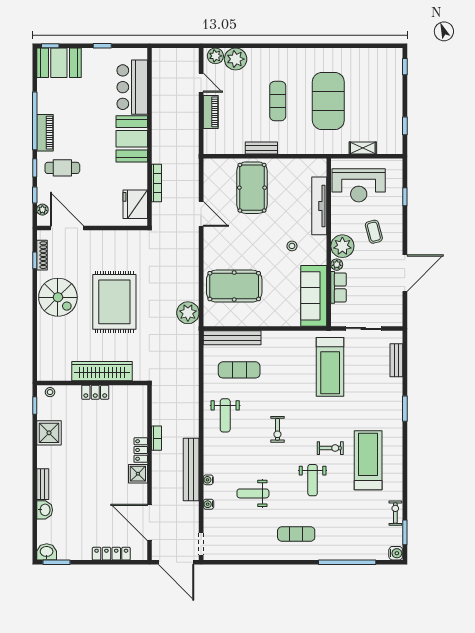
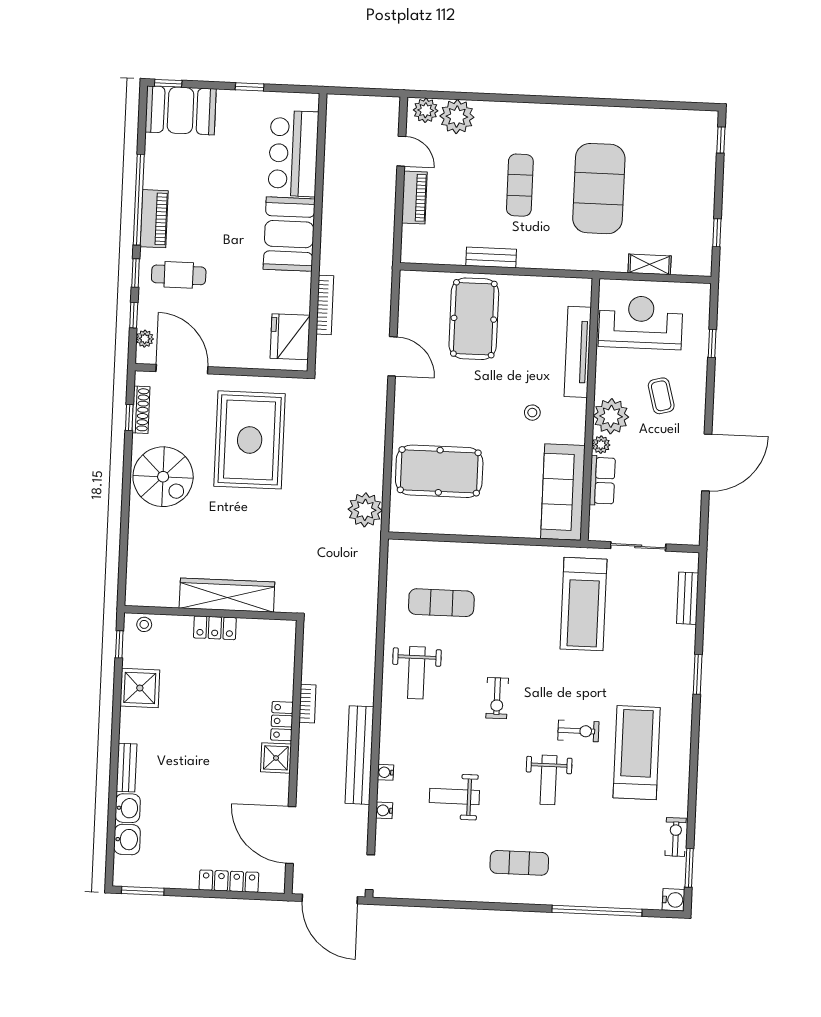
reception desk: (359, 185) -> (641, 322), turned 180
rug: (114, 302) -> (250, 440), moved
bench: (232, 338) -> (432, 552), removed
washbasin: (47, 552) -> (127, 840), moved, turned 90

